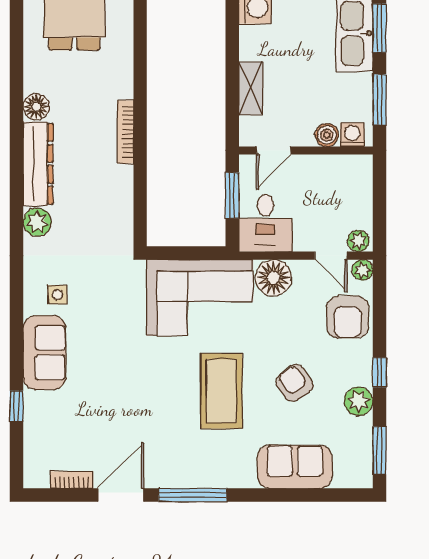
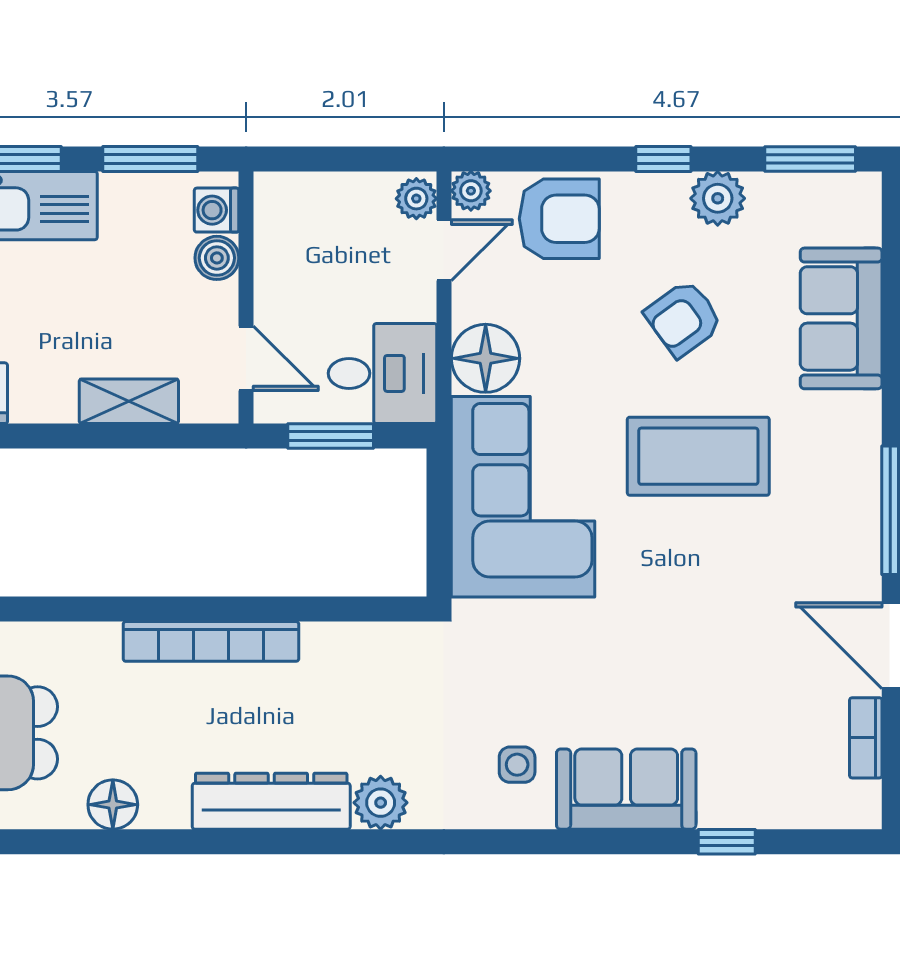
floor lamp: (36, 107) -> (113, 805), moved
bookcase: (125, 132) -> (211, 641), width x1.48, depth x1.31

